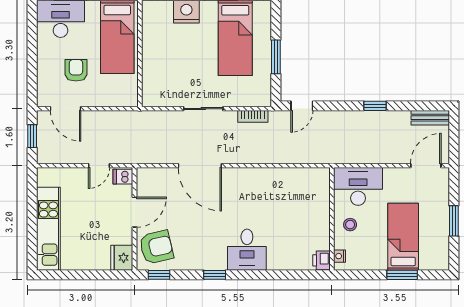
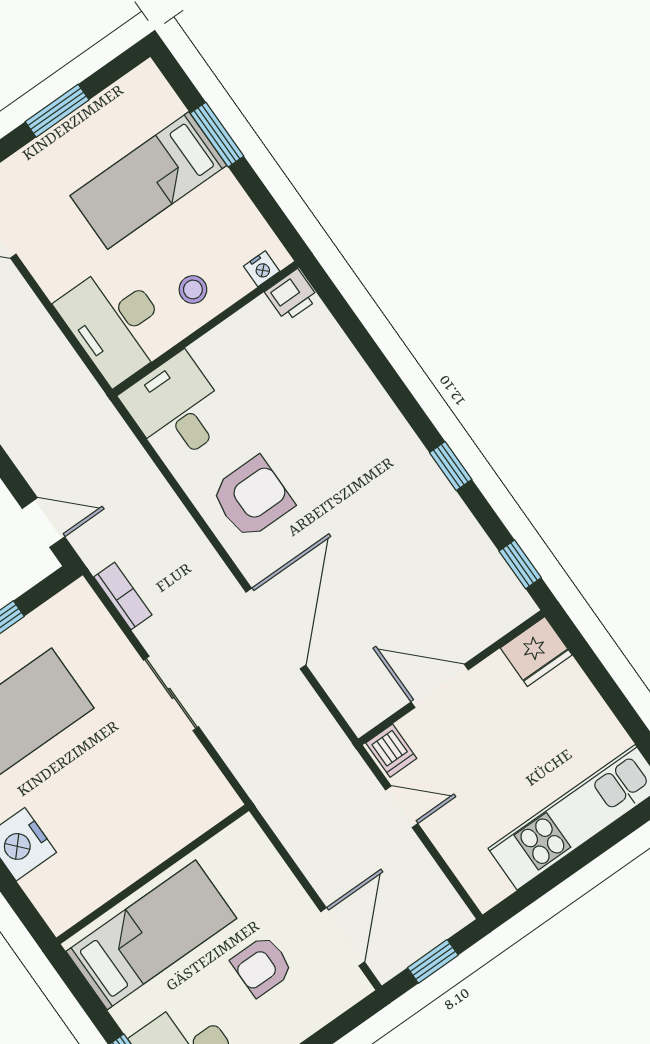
armchair: (156, 247) -> (252, 498), moved, turned 103
desk: (247, 250) -> (176, 409), moved, turned -90

